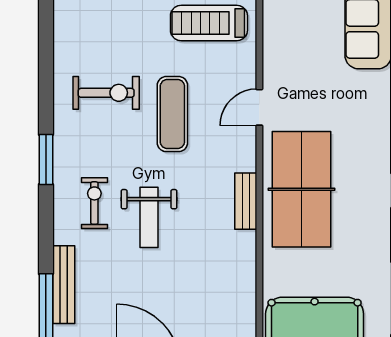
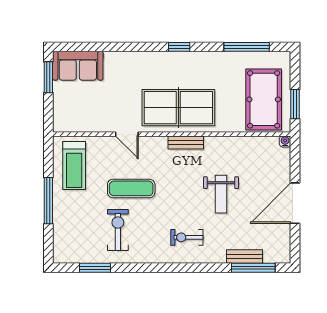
window: (46, 159) -> (95, 268), moved
weight bench: (149, 217) -> (221, 194), moved, turned 90
bench: (64, 285) -> (245, 257), width x0.73

